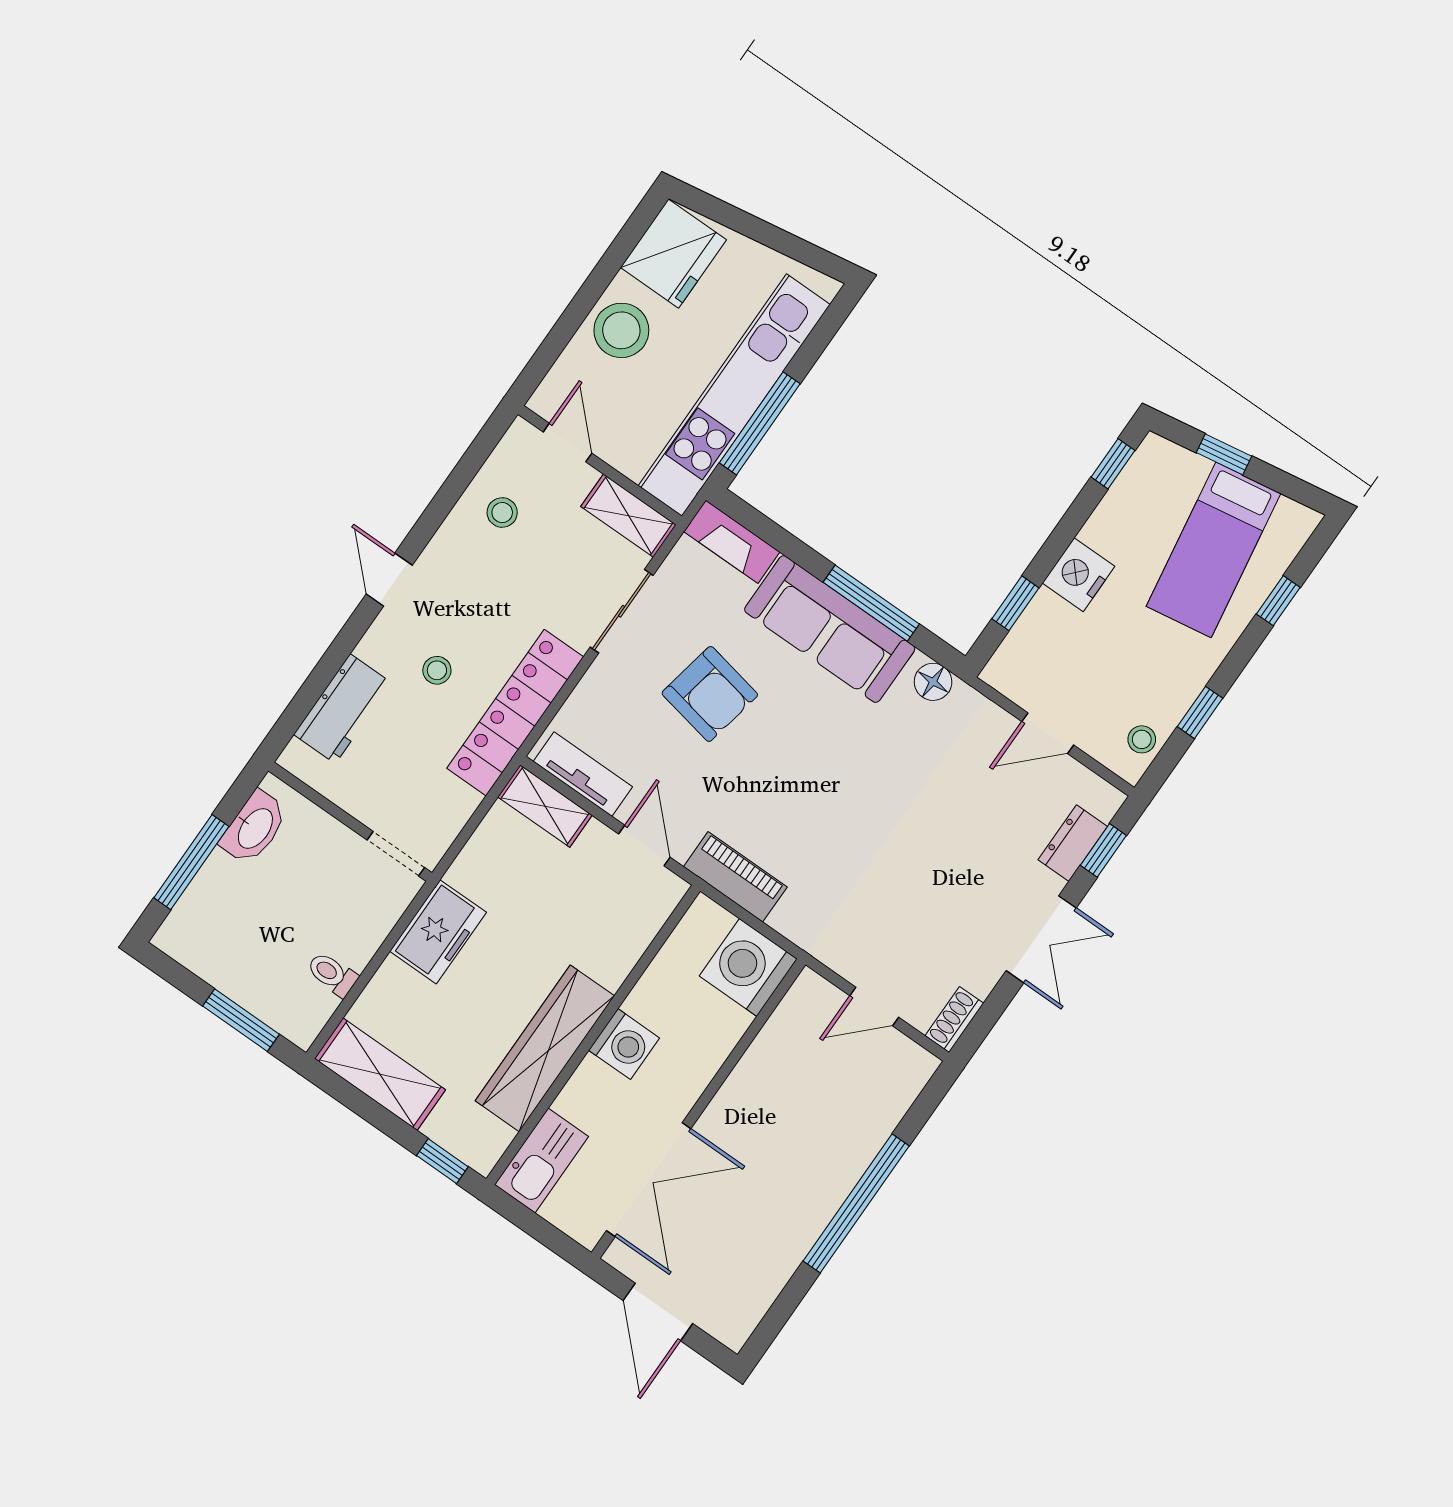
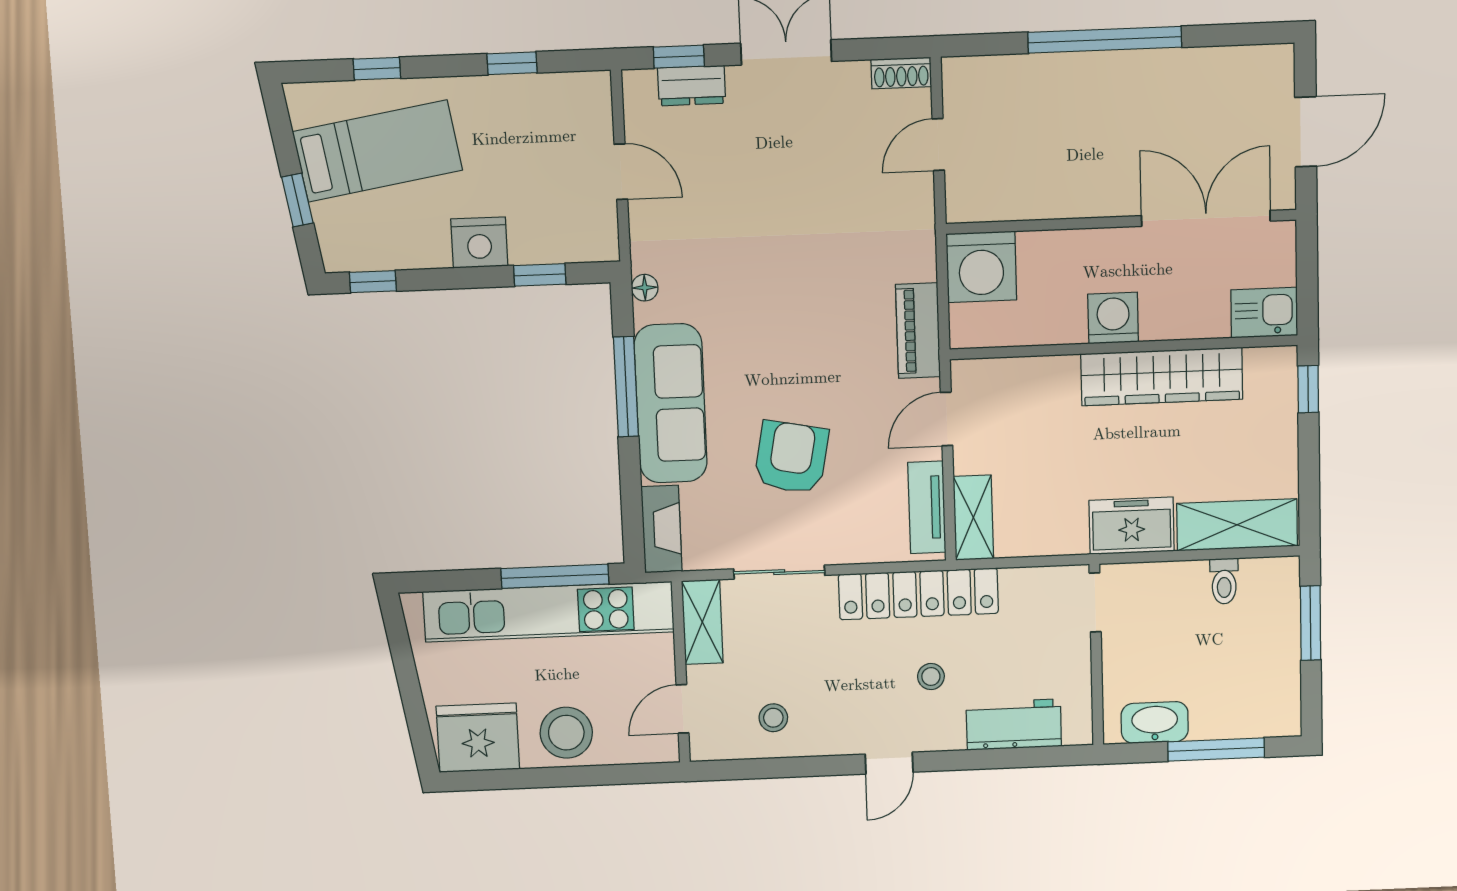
floor lamp: (933, 682) -> (645, 288), width x0.73, depth x0.73
stool: (1142, 739) -> (569, 93), removed
door: (874, 1006) -> (938, 145), swing flipped
shelving: (380, 1074) -> (1237, 525), moved, turned 90
kitchen sink: (542, 1161) -> (1264, 313), width x0.73

